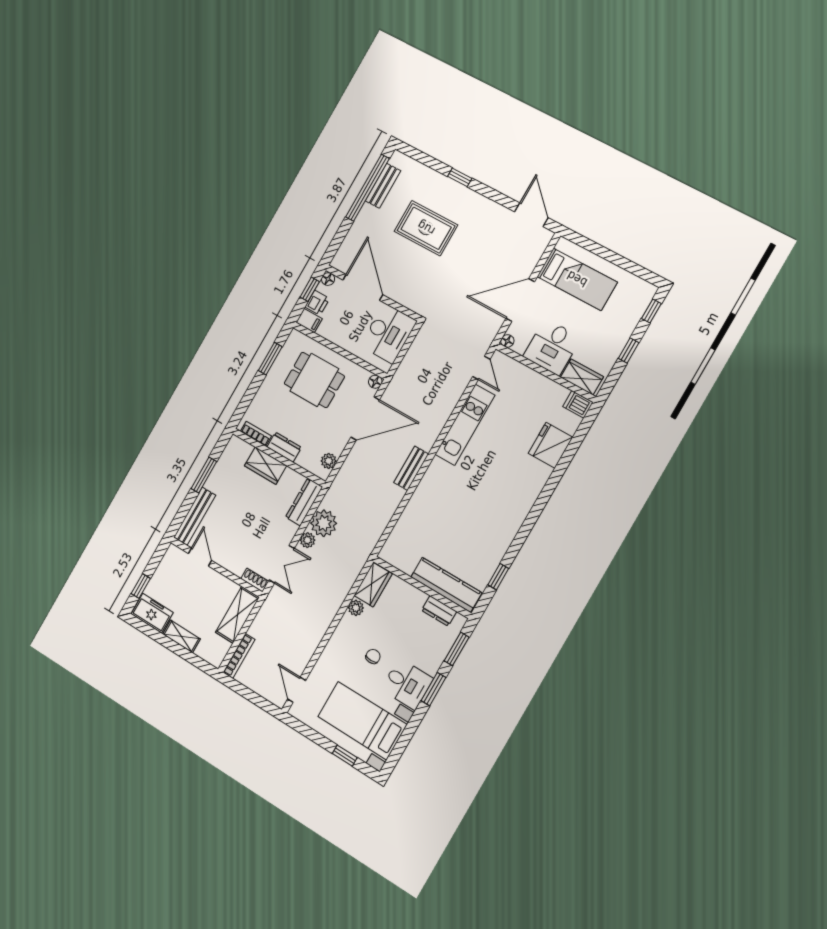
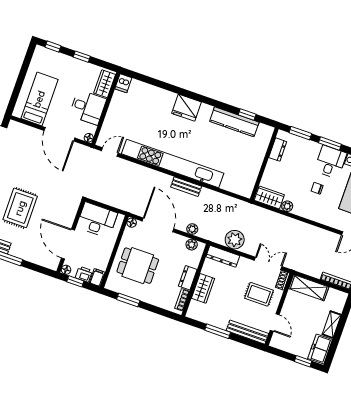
door: (363, 287) -> (68, 244), hinge flipped
dining table: (314, 380) -> (138, 266), turned 90
kitchen unit: (465, 425) -> (173, 164), width x1.86
fridge: (551, 445) -> (187, 108), moved
plant: (307, 540) -> (192, 229), moved
rug: (242, 543) -> (259, 294), added
door: (200, 557) -> (275, 322), swing flipped
kitchen counter: (446, 585) -> (234, 122), moved, turned -90

